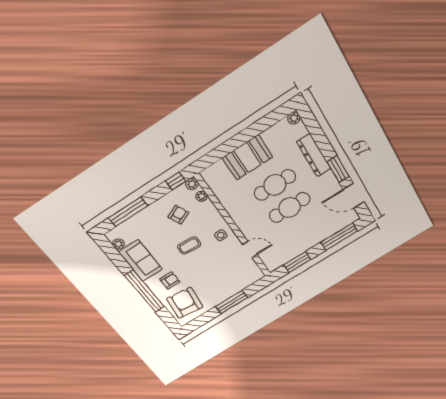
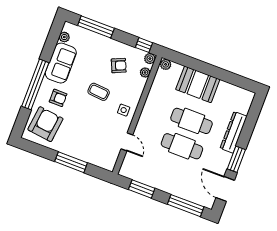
plant: (294, 118) -> (166, 64), moved

